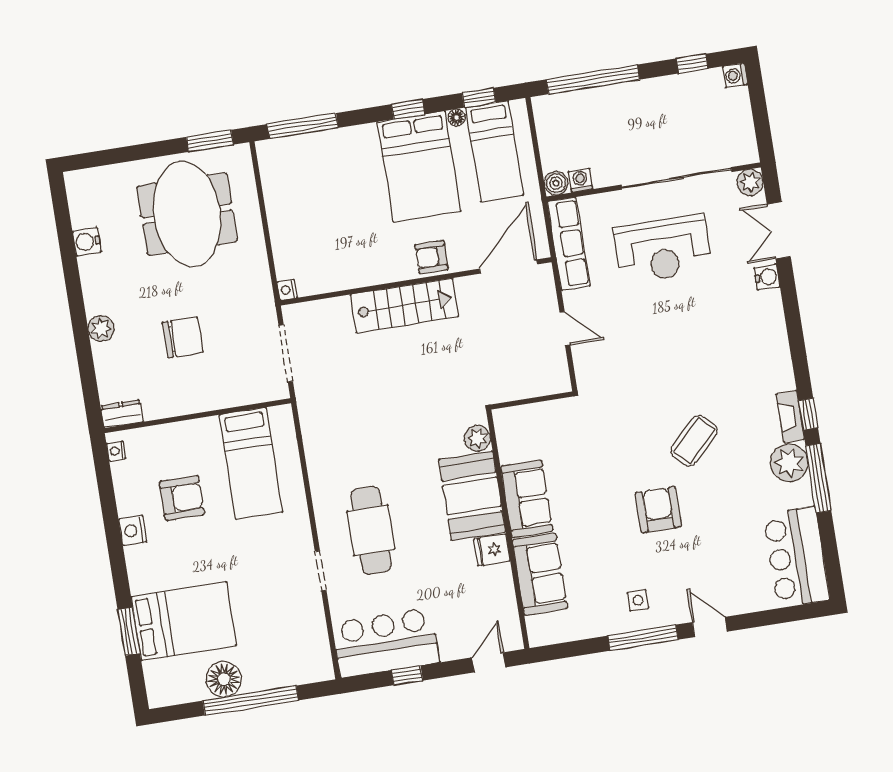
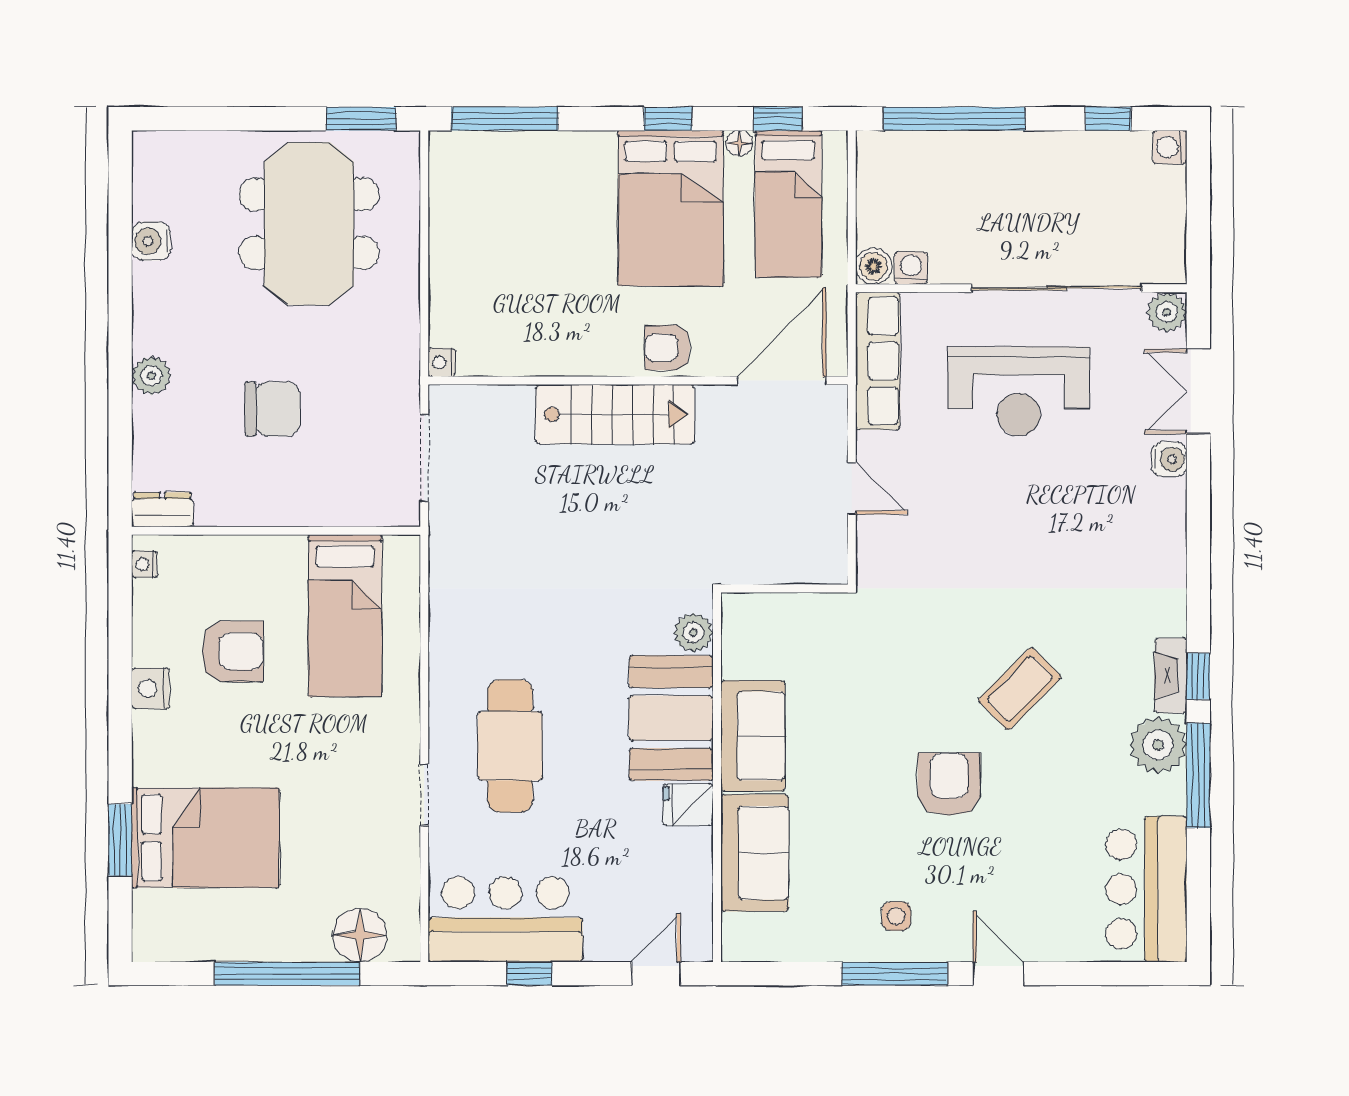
floor lamp: (224, 679) -> (360, 935), moved

